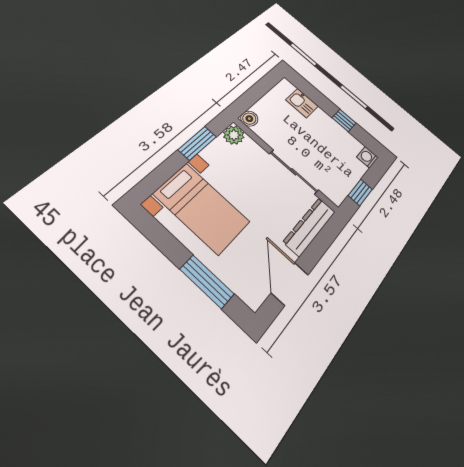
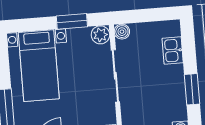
window: (344, 120) -> (192, 89), width x1.50
sliding door: (294, 172) -> (115, 76), moved

